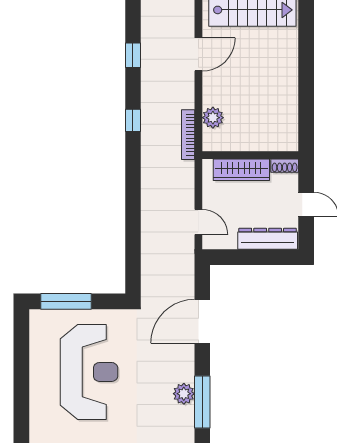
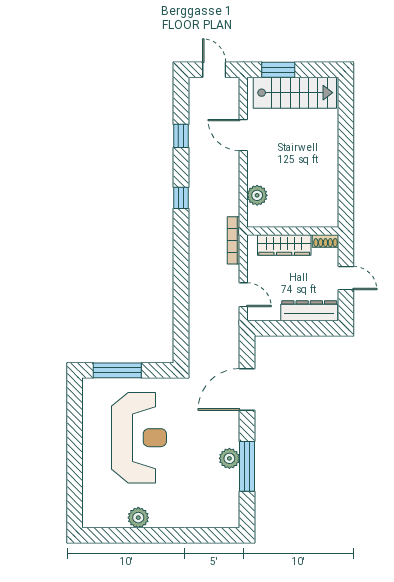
door: (198, 54) -> (243, 135), swing flipped
bookcase: (188, 135) -> (233, 240), moved

